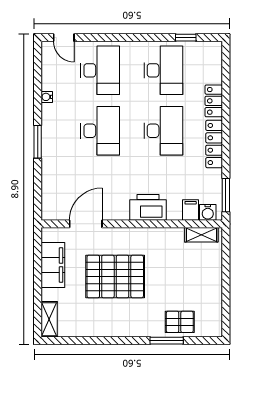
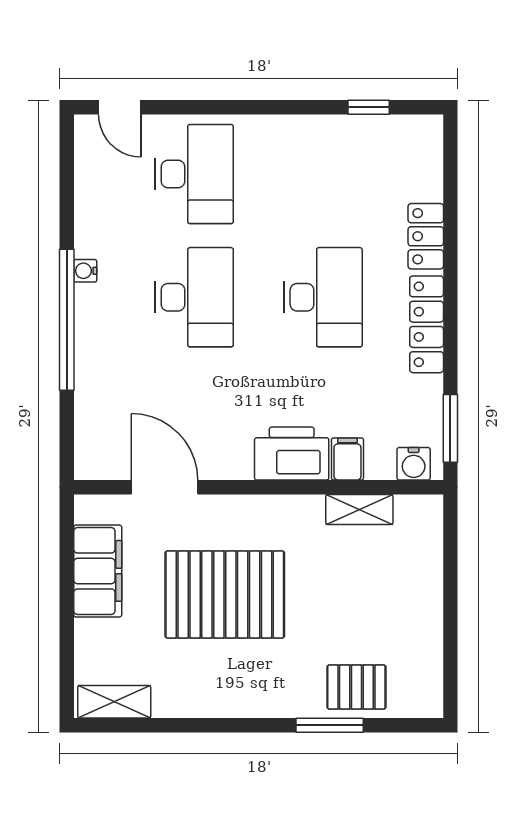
desk: (163, 70) -> (323, 174), removed
water cooler: (47, 97) -> (85, 271), moved
window: (38, 142) -> (67, 320), width x2.11
filing cabinet: (191, 210) -> (347, 459), moved
door: (86, 224) -> (165, 487), hinge flipped
shelving: (201, 235) -> (359, 509), moved
shelving: (49, 319) -> (114, 702), moved, turned 90

